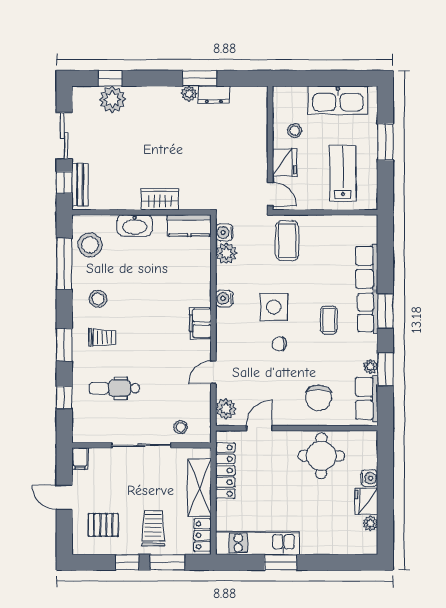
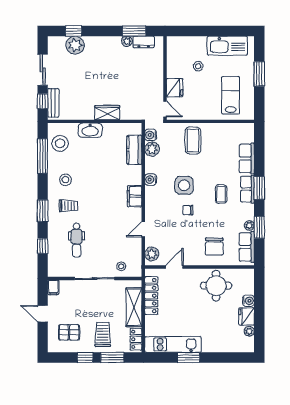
wall: (270, 148) -> (165, 78), moved
fridge: (284, 162) -> (175, 88), moved
door: (270, 194) -> (165, 109), moved
kitchen counter: (189, 226) -> (134, 150), moved, turned 90
dental chair: (114, 388) -> (77, 240), turned -90

